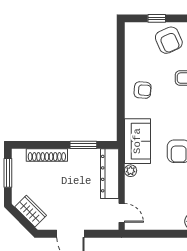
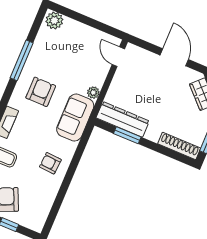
shoe rack: (47, 155) -> (179, 146), moved
dresser: (110, 174) -> (123, 119), moved, turned -90

